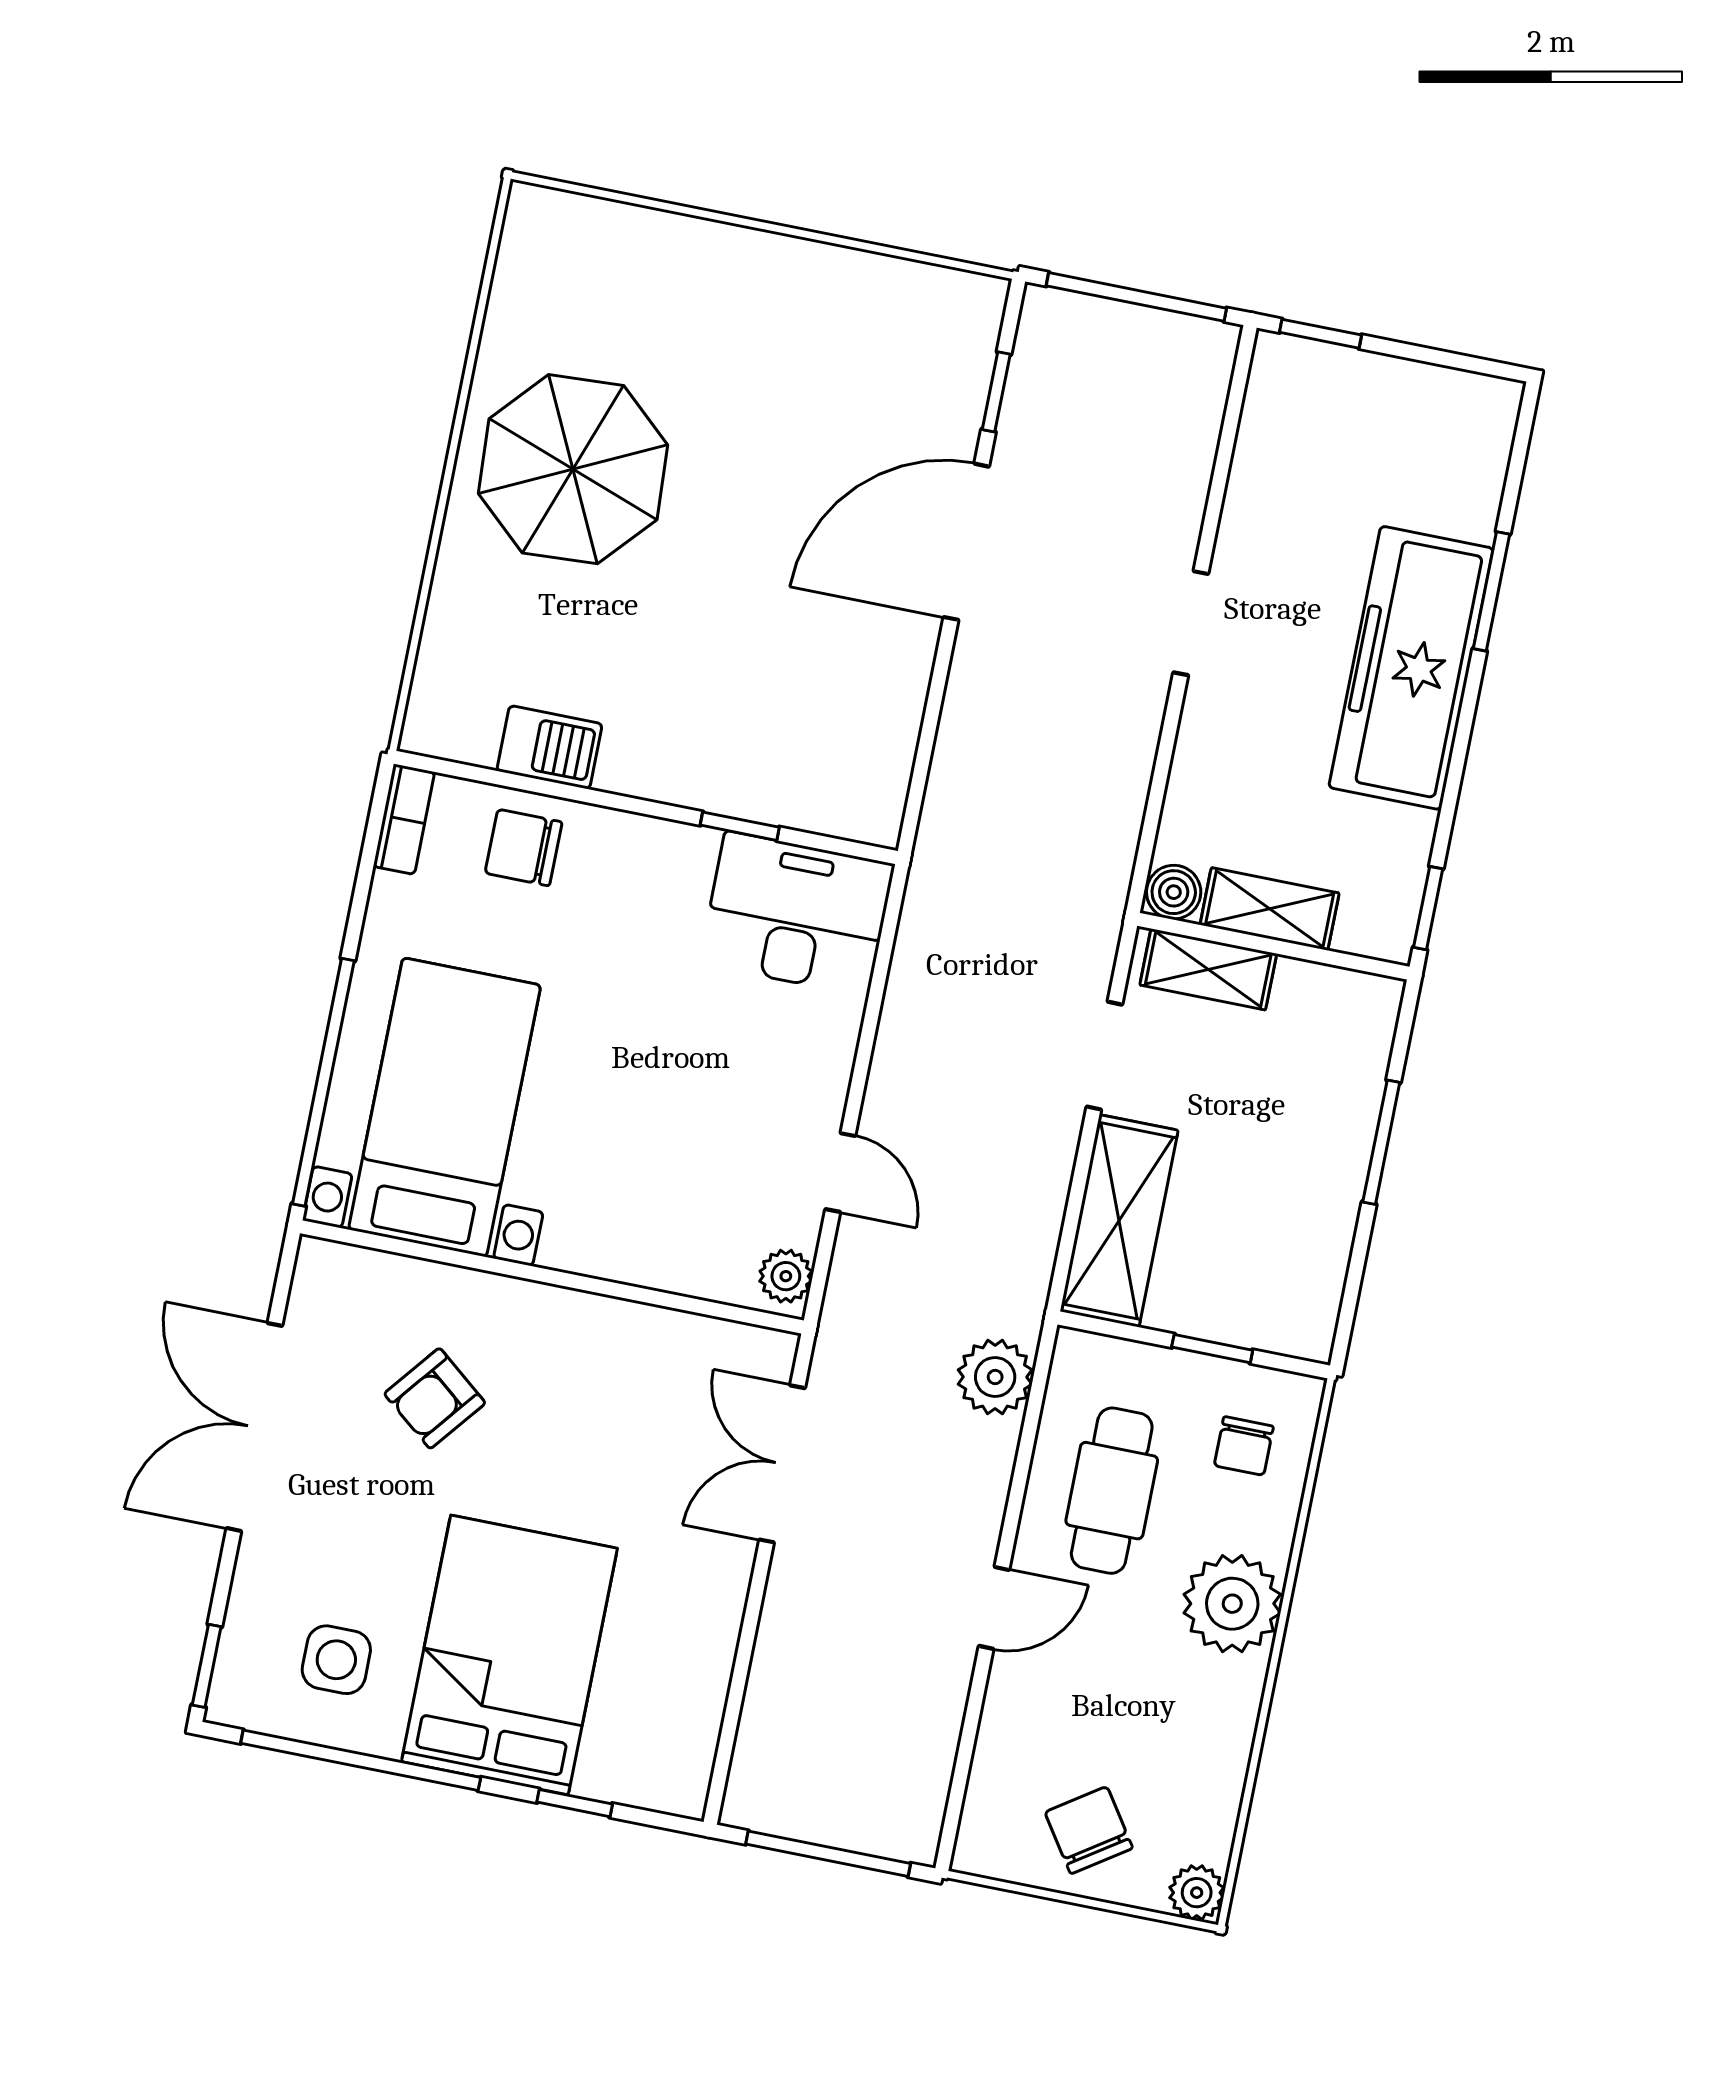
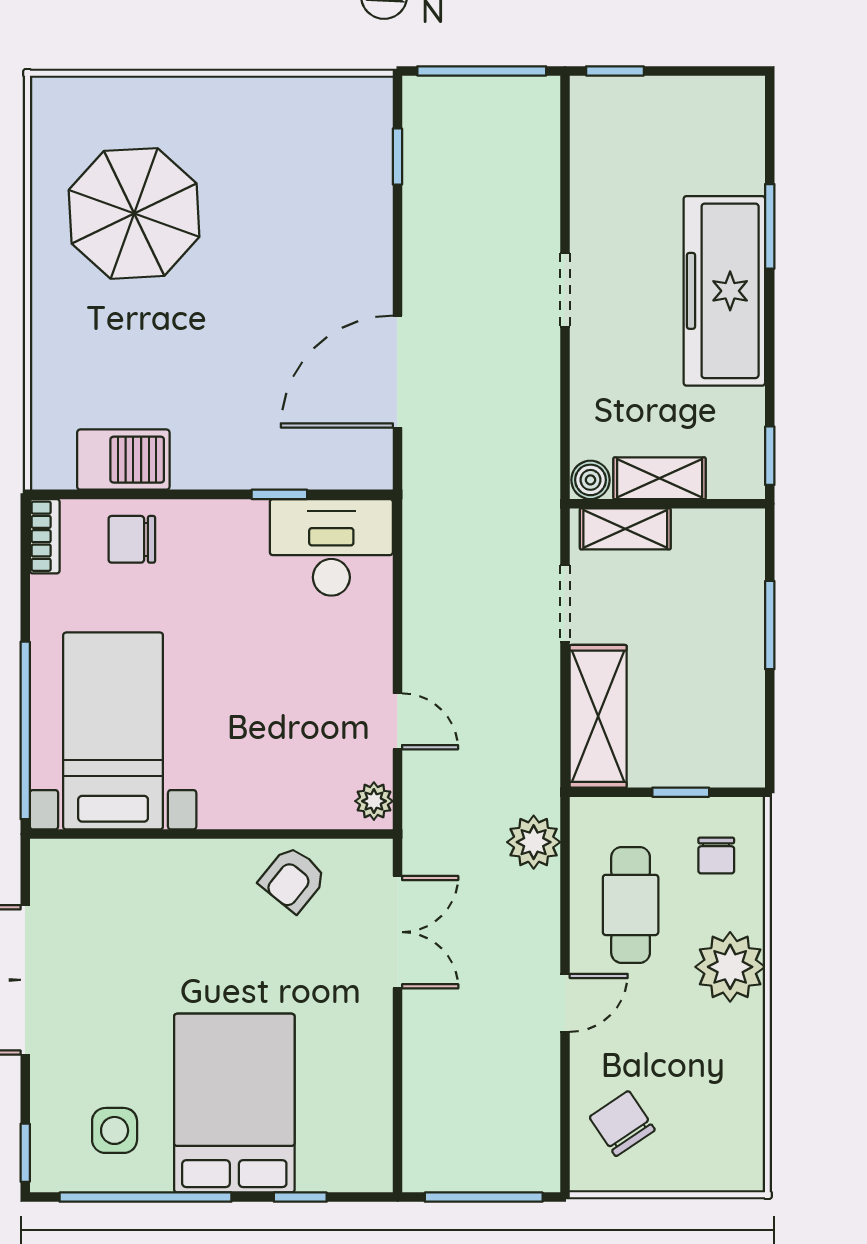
parasol: (573, 469) -> (134, 213), moved
door: (966, 542) -> (397, 372), moved
barbecue: (549, 747) -> (123, 460), width x1.38, depth x1.27
armchair: (435, 1398) -> (293, 879), moved
double door: (782, 1464) -> (397, 932), swing flipped
chair: (1089, 1830) -> (622, 1124), moved
plant: (1197, 1893) -> (746, 1173), removed

